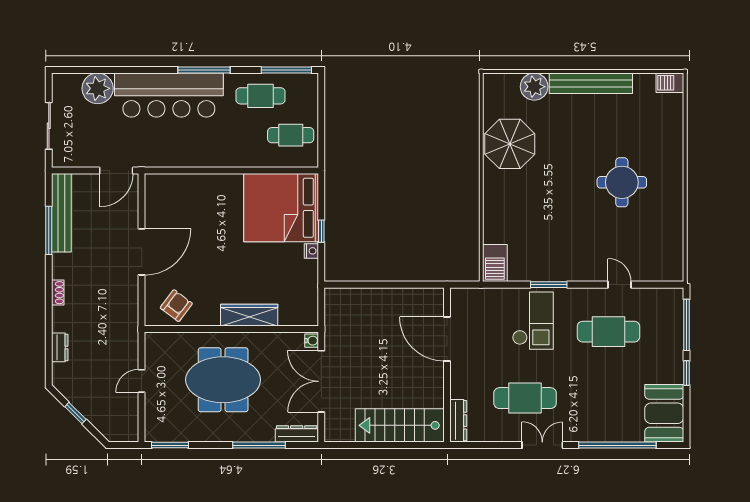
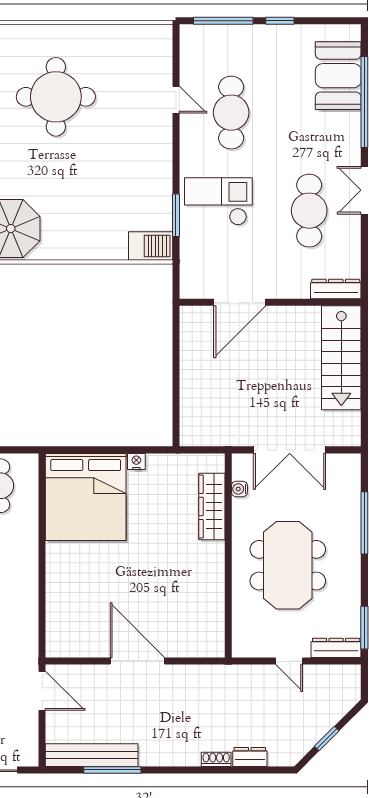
round table: (622, 182) -> (56, 97), width x1.36, depth x1.36
window: (321, 231) -> (113, 450), removed
window: (549, 285) -> (176, 215), moved
door: (619, 285) -> (176, 100), swing flipped
shoe rack: (58, 293) -> (216, 759), moved
armchair: (176, 306) -> (201, 620), removed
wardrobe: (249, 315) -> (212, 506), moved
water cooler: (312, 341) -> (239, 489), moved, turned -90
booth: (664, 413) -> (338, 76), moved, turned 90
dresser: (297, 434) -> (336, 648), moved, turned 90

